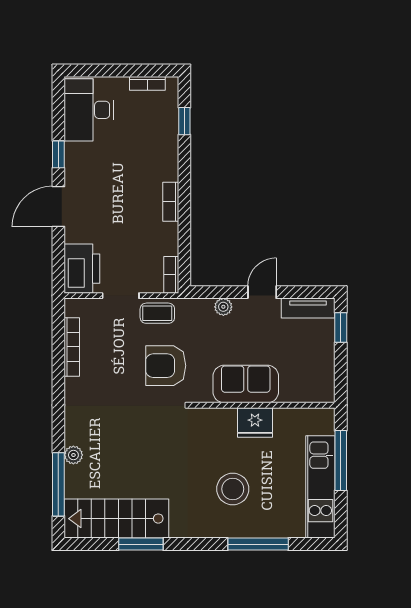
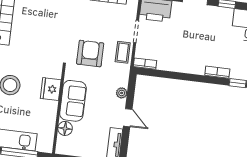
bookcase: (171, 202) -> (217, 72), moved
floor lamp: (292, 391) -> (65, 128), added
fridge: (255, 422) -> (51, 89), moved

